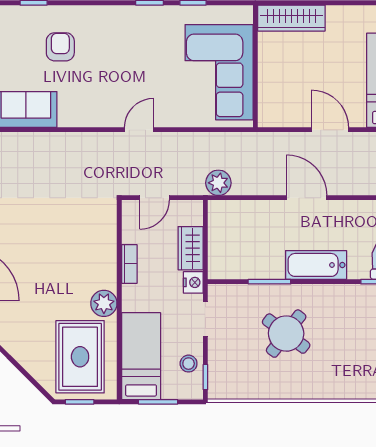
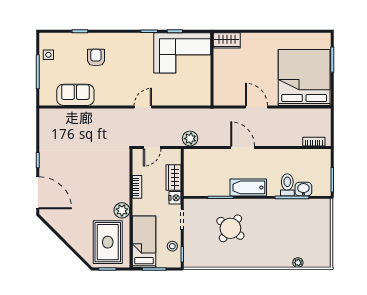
wardrobe: (291, 18) -> (227, 40), width x0.67
corner sofa: (219, 72) -> (182, 53), moved, turned -90

